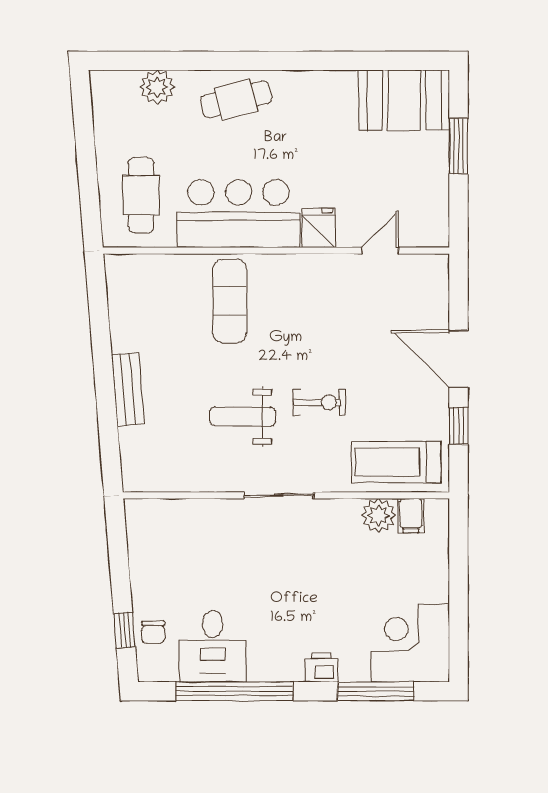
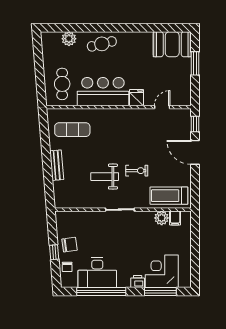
exercise mat: (230, 301) -> (72, 130), moved, turned 90
window: (458, 426) -> (195, 124), moved
chair: (159, 579) -> (70, 245), added
window: (124, 630) -> (54, 252), moved
corner desk: (410, 643) -> (162, 271), moved
desk: (213, 646) -> (97, 273), width x1.37

